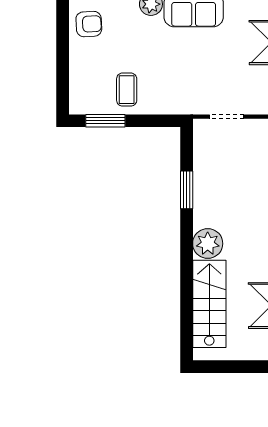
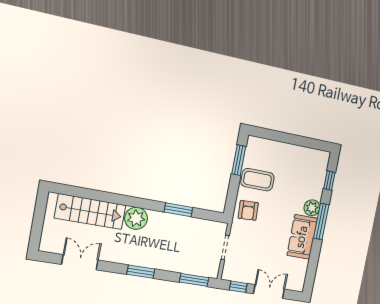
armchair: (89, 24) -> (248, 210), moved
coffee table: (127, 90) -> (258, 180), width x1.36, depth x1.30

